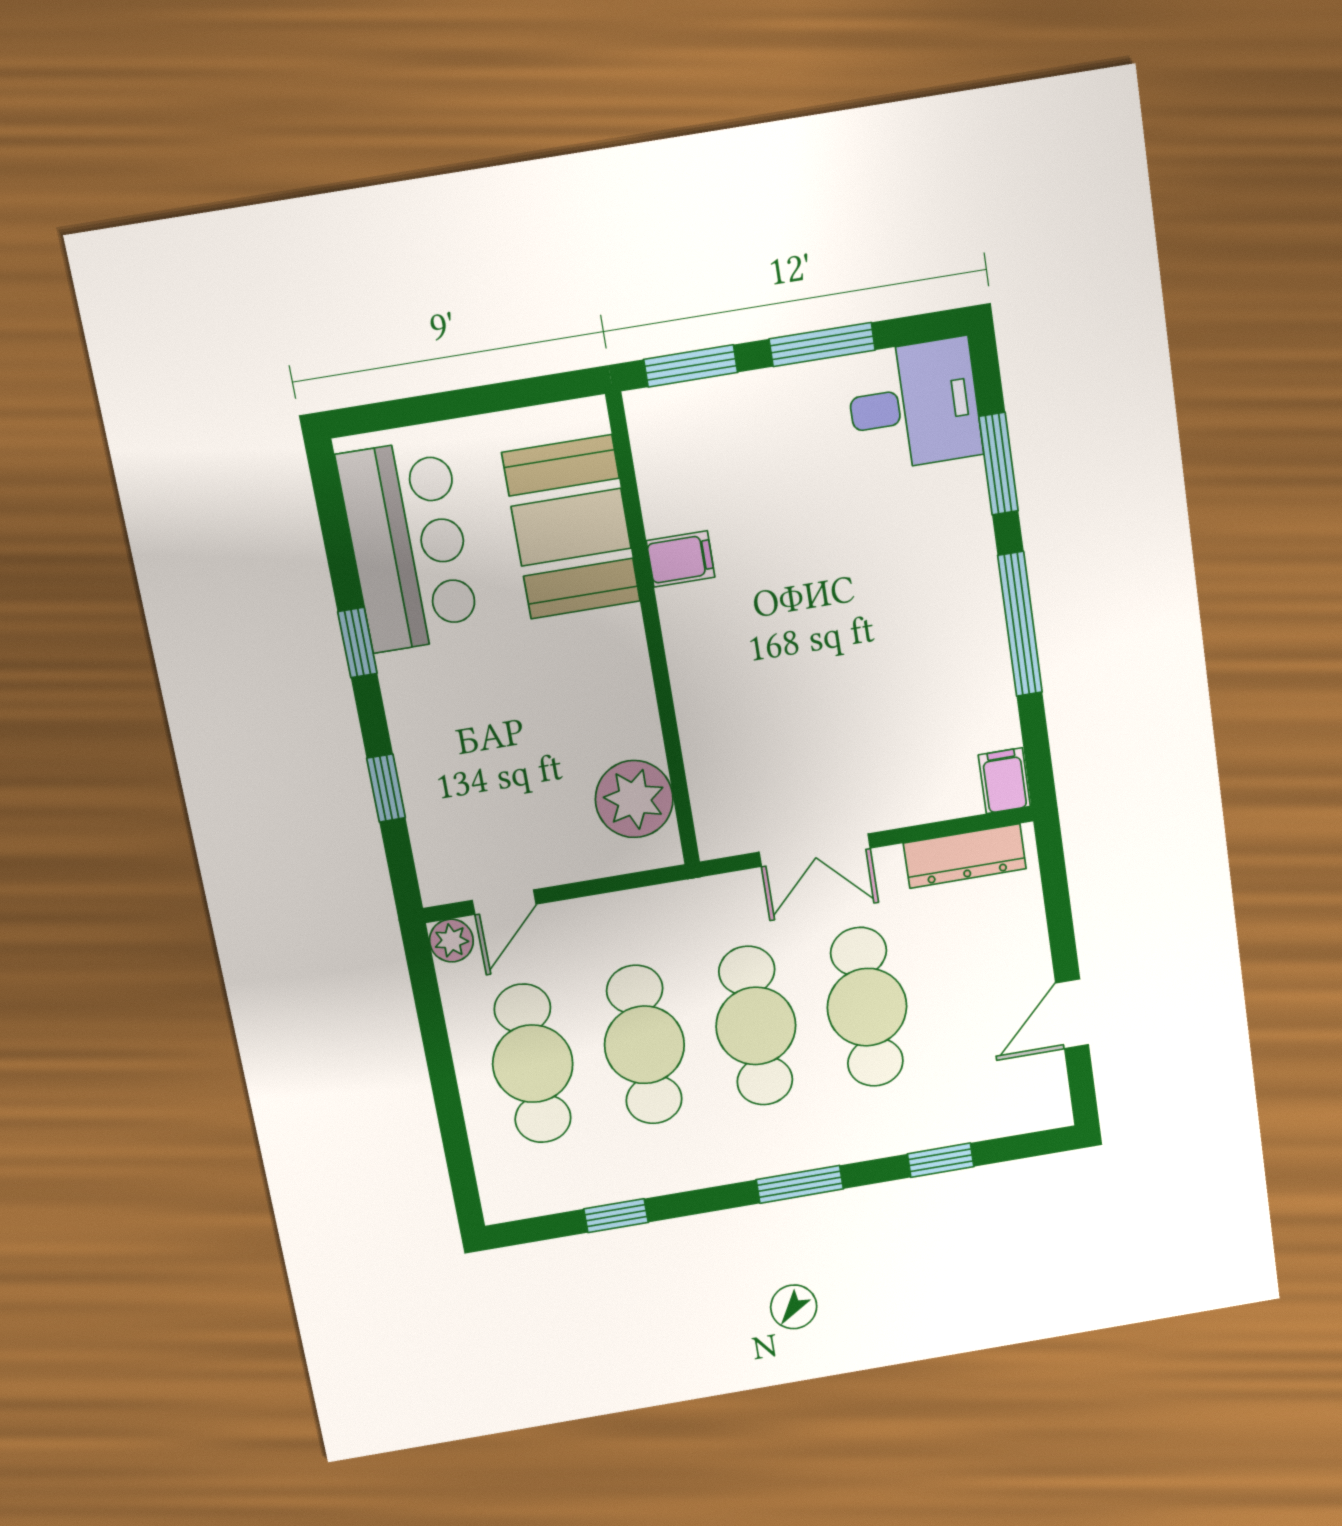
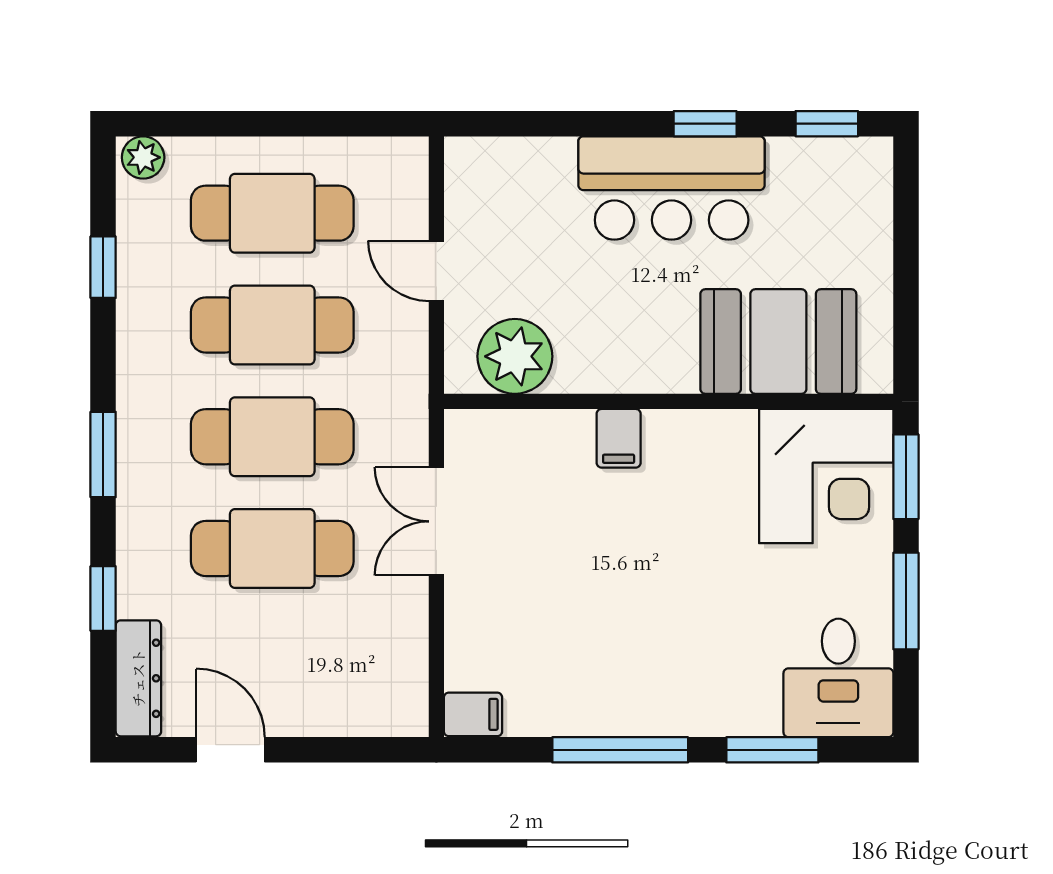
corner desk: (704, 453) -> (826, 476), added
bar counter: (408, 546) -> (672, 188), moved
filing cabinet: (681, 559) -> (619, 438), moved
window: (386, 788) -> (827, 124), moved
dresser: (965, 856) -> (138, 678), moved, turned 180
door: (504, 902) -> (436, 271), moved
plant: (451, 941) -> (143, 157), moved

